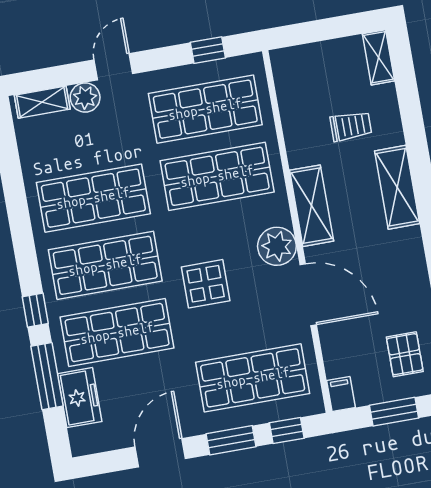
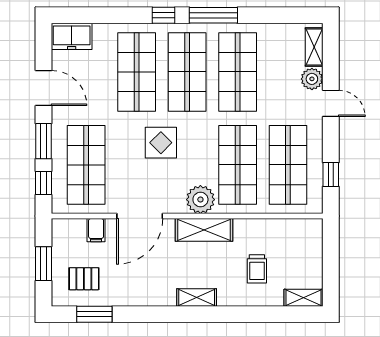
shelving: (397, 187) -> (197, 298), width x0.67, depth x0.75
plant: (277, 246) -> (200, 200), moved
window: (47, 376) -> (213, 15), moved
filing cabinet: (341, 394) -> (96, 230), moved, turned 90
freezer: (80, 398) -> (72, 36), moved

